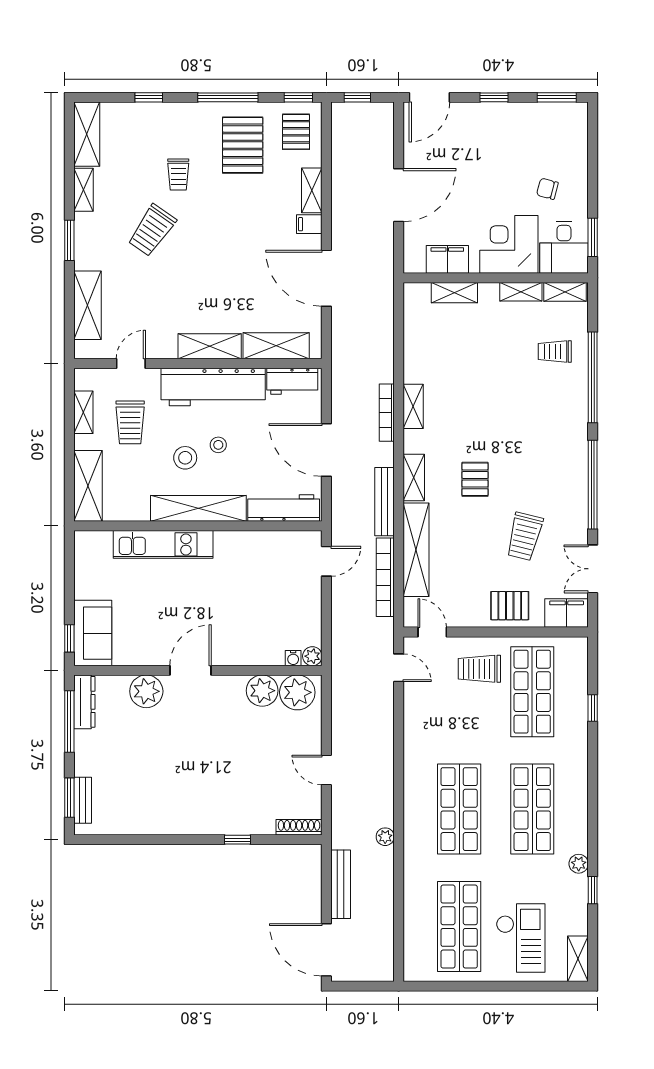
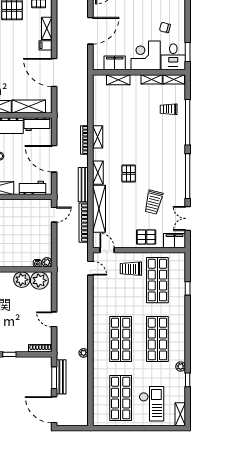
workbench: (284, 508) -> (33, 188), width x0.73
window: (326, 886) -> (54, 378), added

